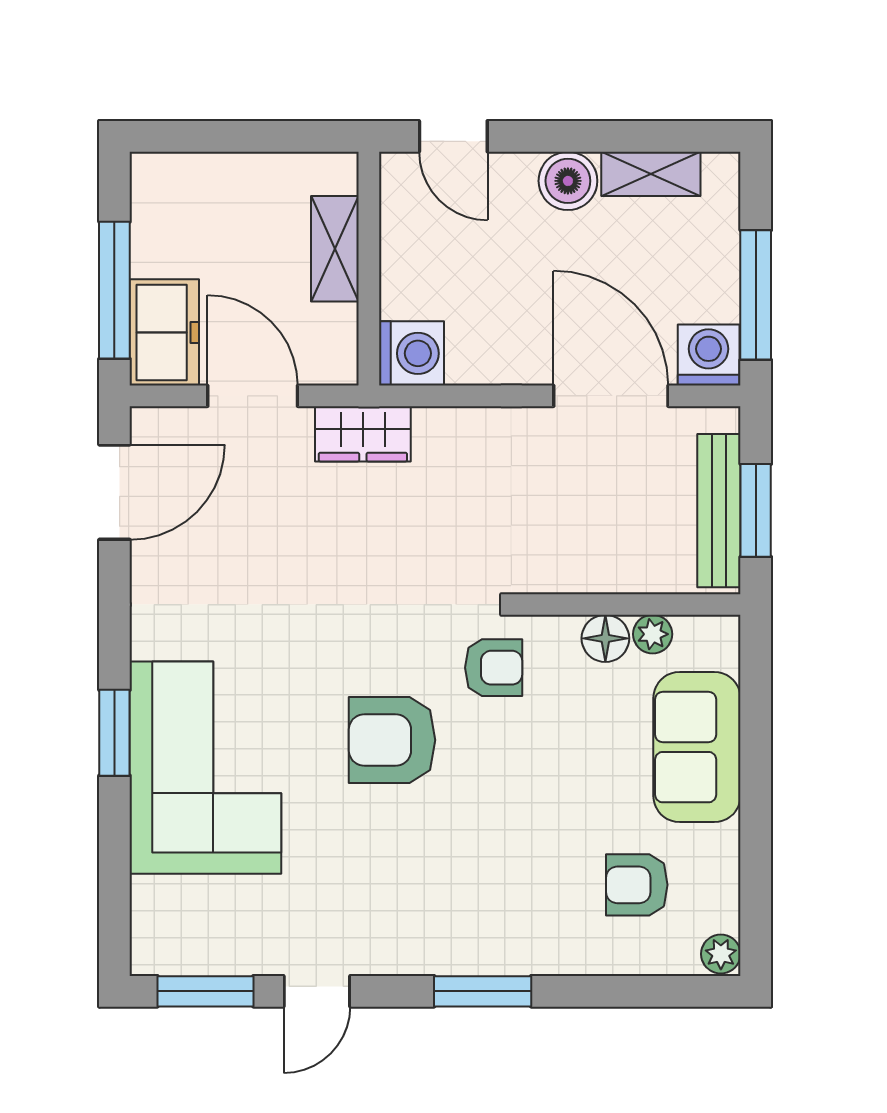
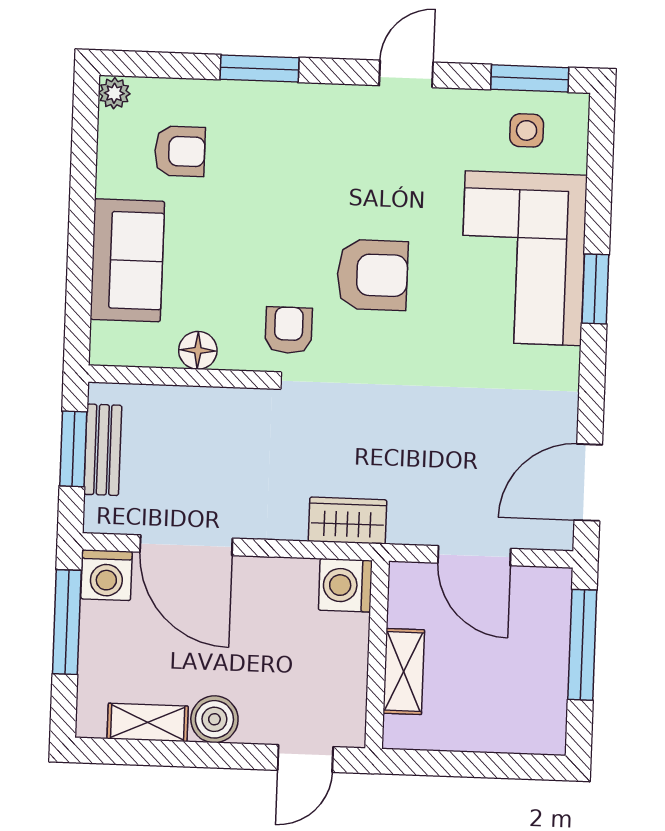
door: (453, 136) -> (305, 758), swing flipped
freezer: (164, 332) -> (543, 609), removed
wardrobe: (363, 434) -> (348, 521), moved
bench: (719, 511) -> (103, 450), width x0.73
plant: (653, 634) -> (160, 352), removed
armchair: (494, 668) -> (289, 330), turned 90
side table: (207, 926) -> (527, 130), added
door: (317, 991) -> (406, 74), moved
window: (483, 991) -> (260, 68), moved

